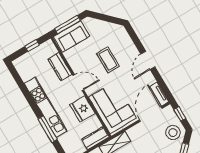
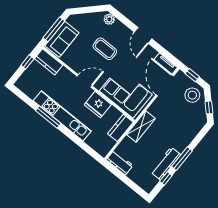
plant: (122, 34) -> (109, 19), added
kitchen counter: (60, 67) -> (49, 62), moved
window: (48, 129) -> (48, 117), moved

